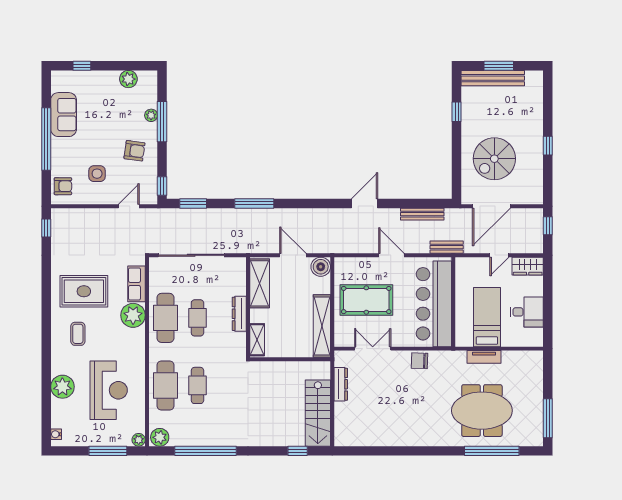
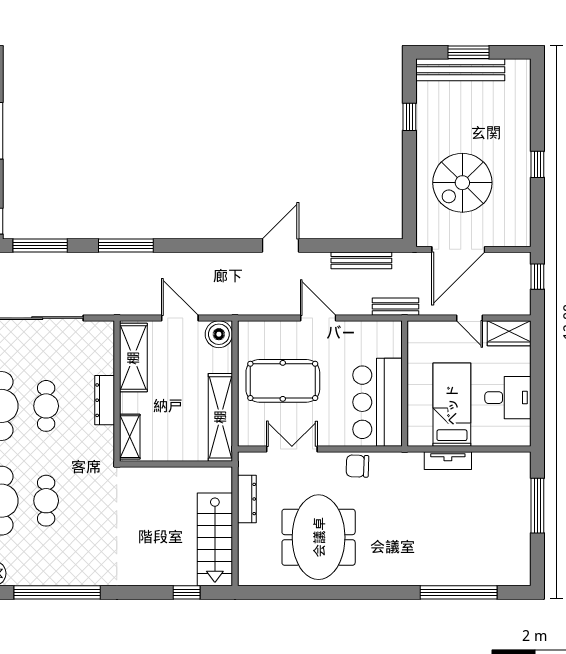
window: (193, 203) -> (40, 245), width x1.44
door: (499, 255) -> (470, 318), hinge flipped
bar counter: (434, 304) -> (378, 402), width x0.73
meeting table: (482, 411) -> (319, 537), moved, turned 90
window: (548, 418) -> (537, 506), moved

